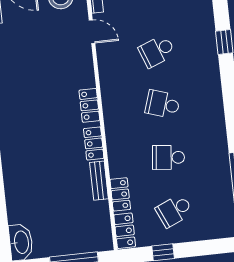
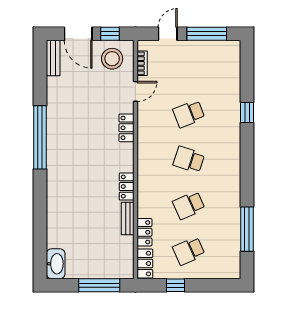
door: (92, 32) -> (135, 91), hinge flipped
locker: (89, 105) -> (126, 128), moved
school desk: (168, 157) -> (189, 205), turned -30

